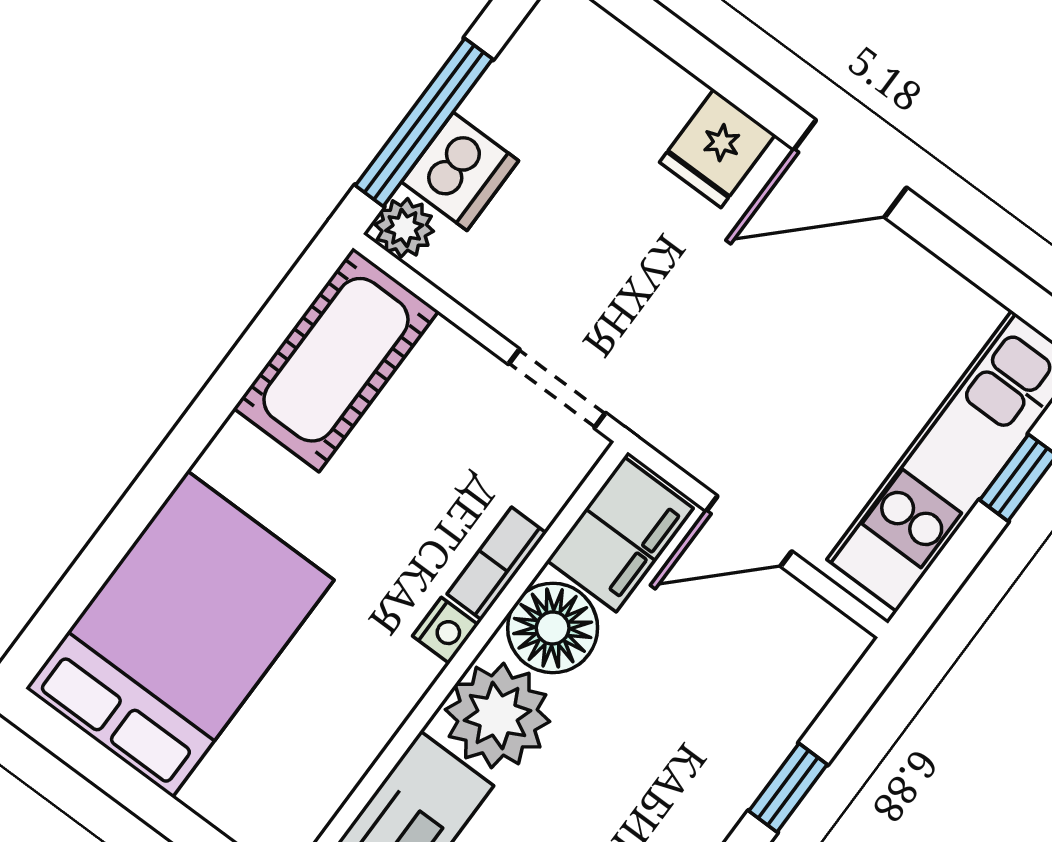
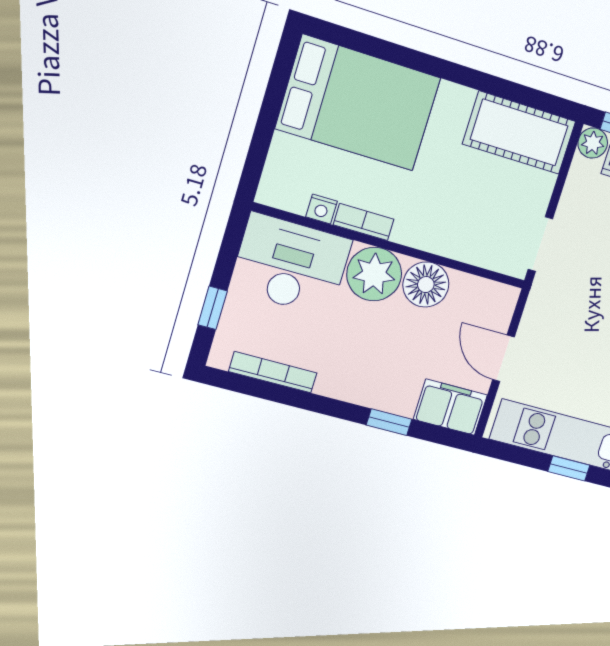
filing cabinet: (620, 534) -> (450, 407), moved, turned 180
bookcase: (497, 563) -> (364, 222), moved
nightstand: (445, 630) -> (322, 209), moved

